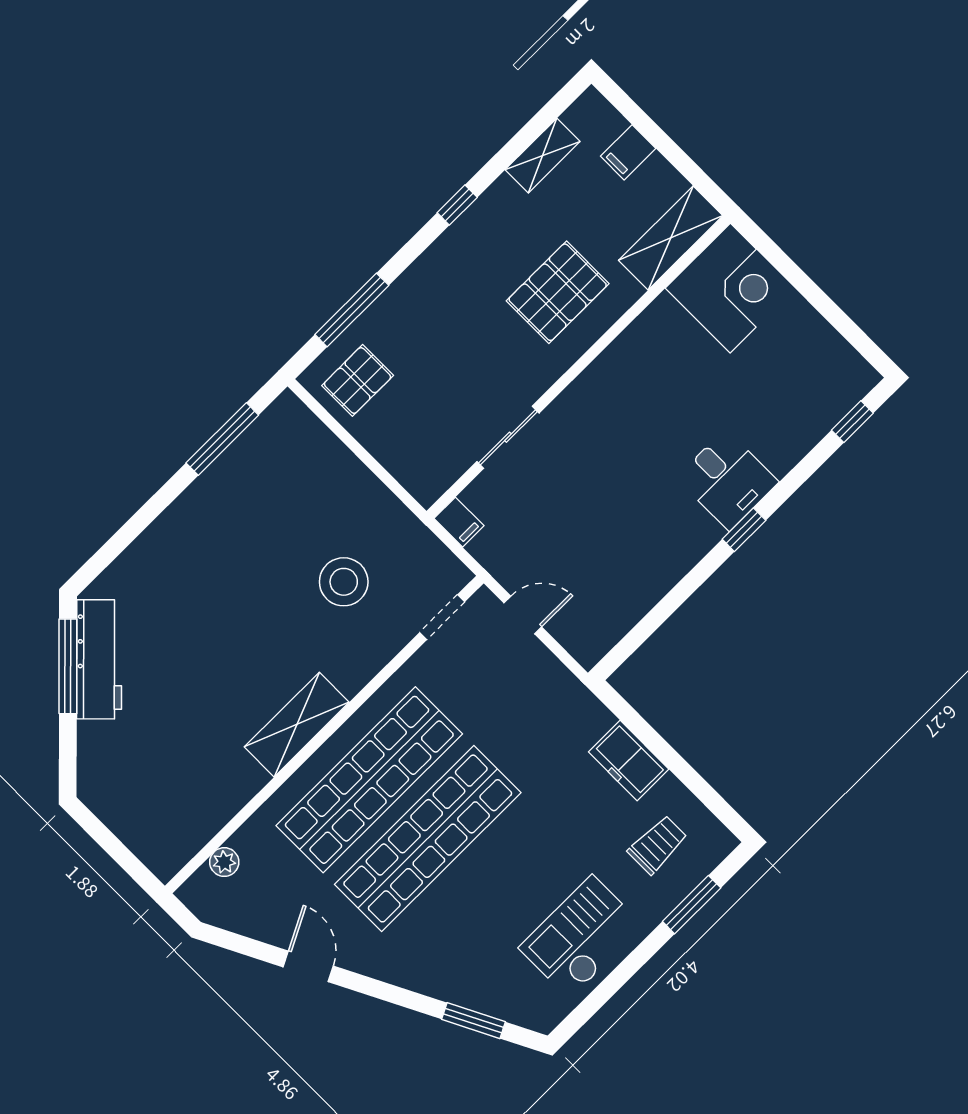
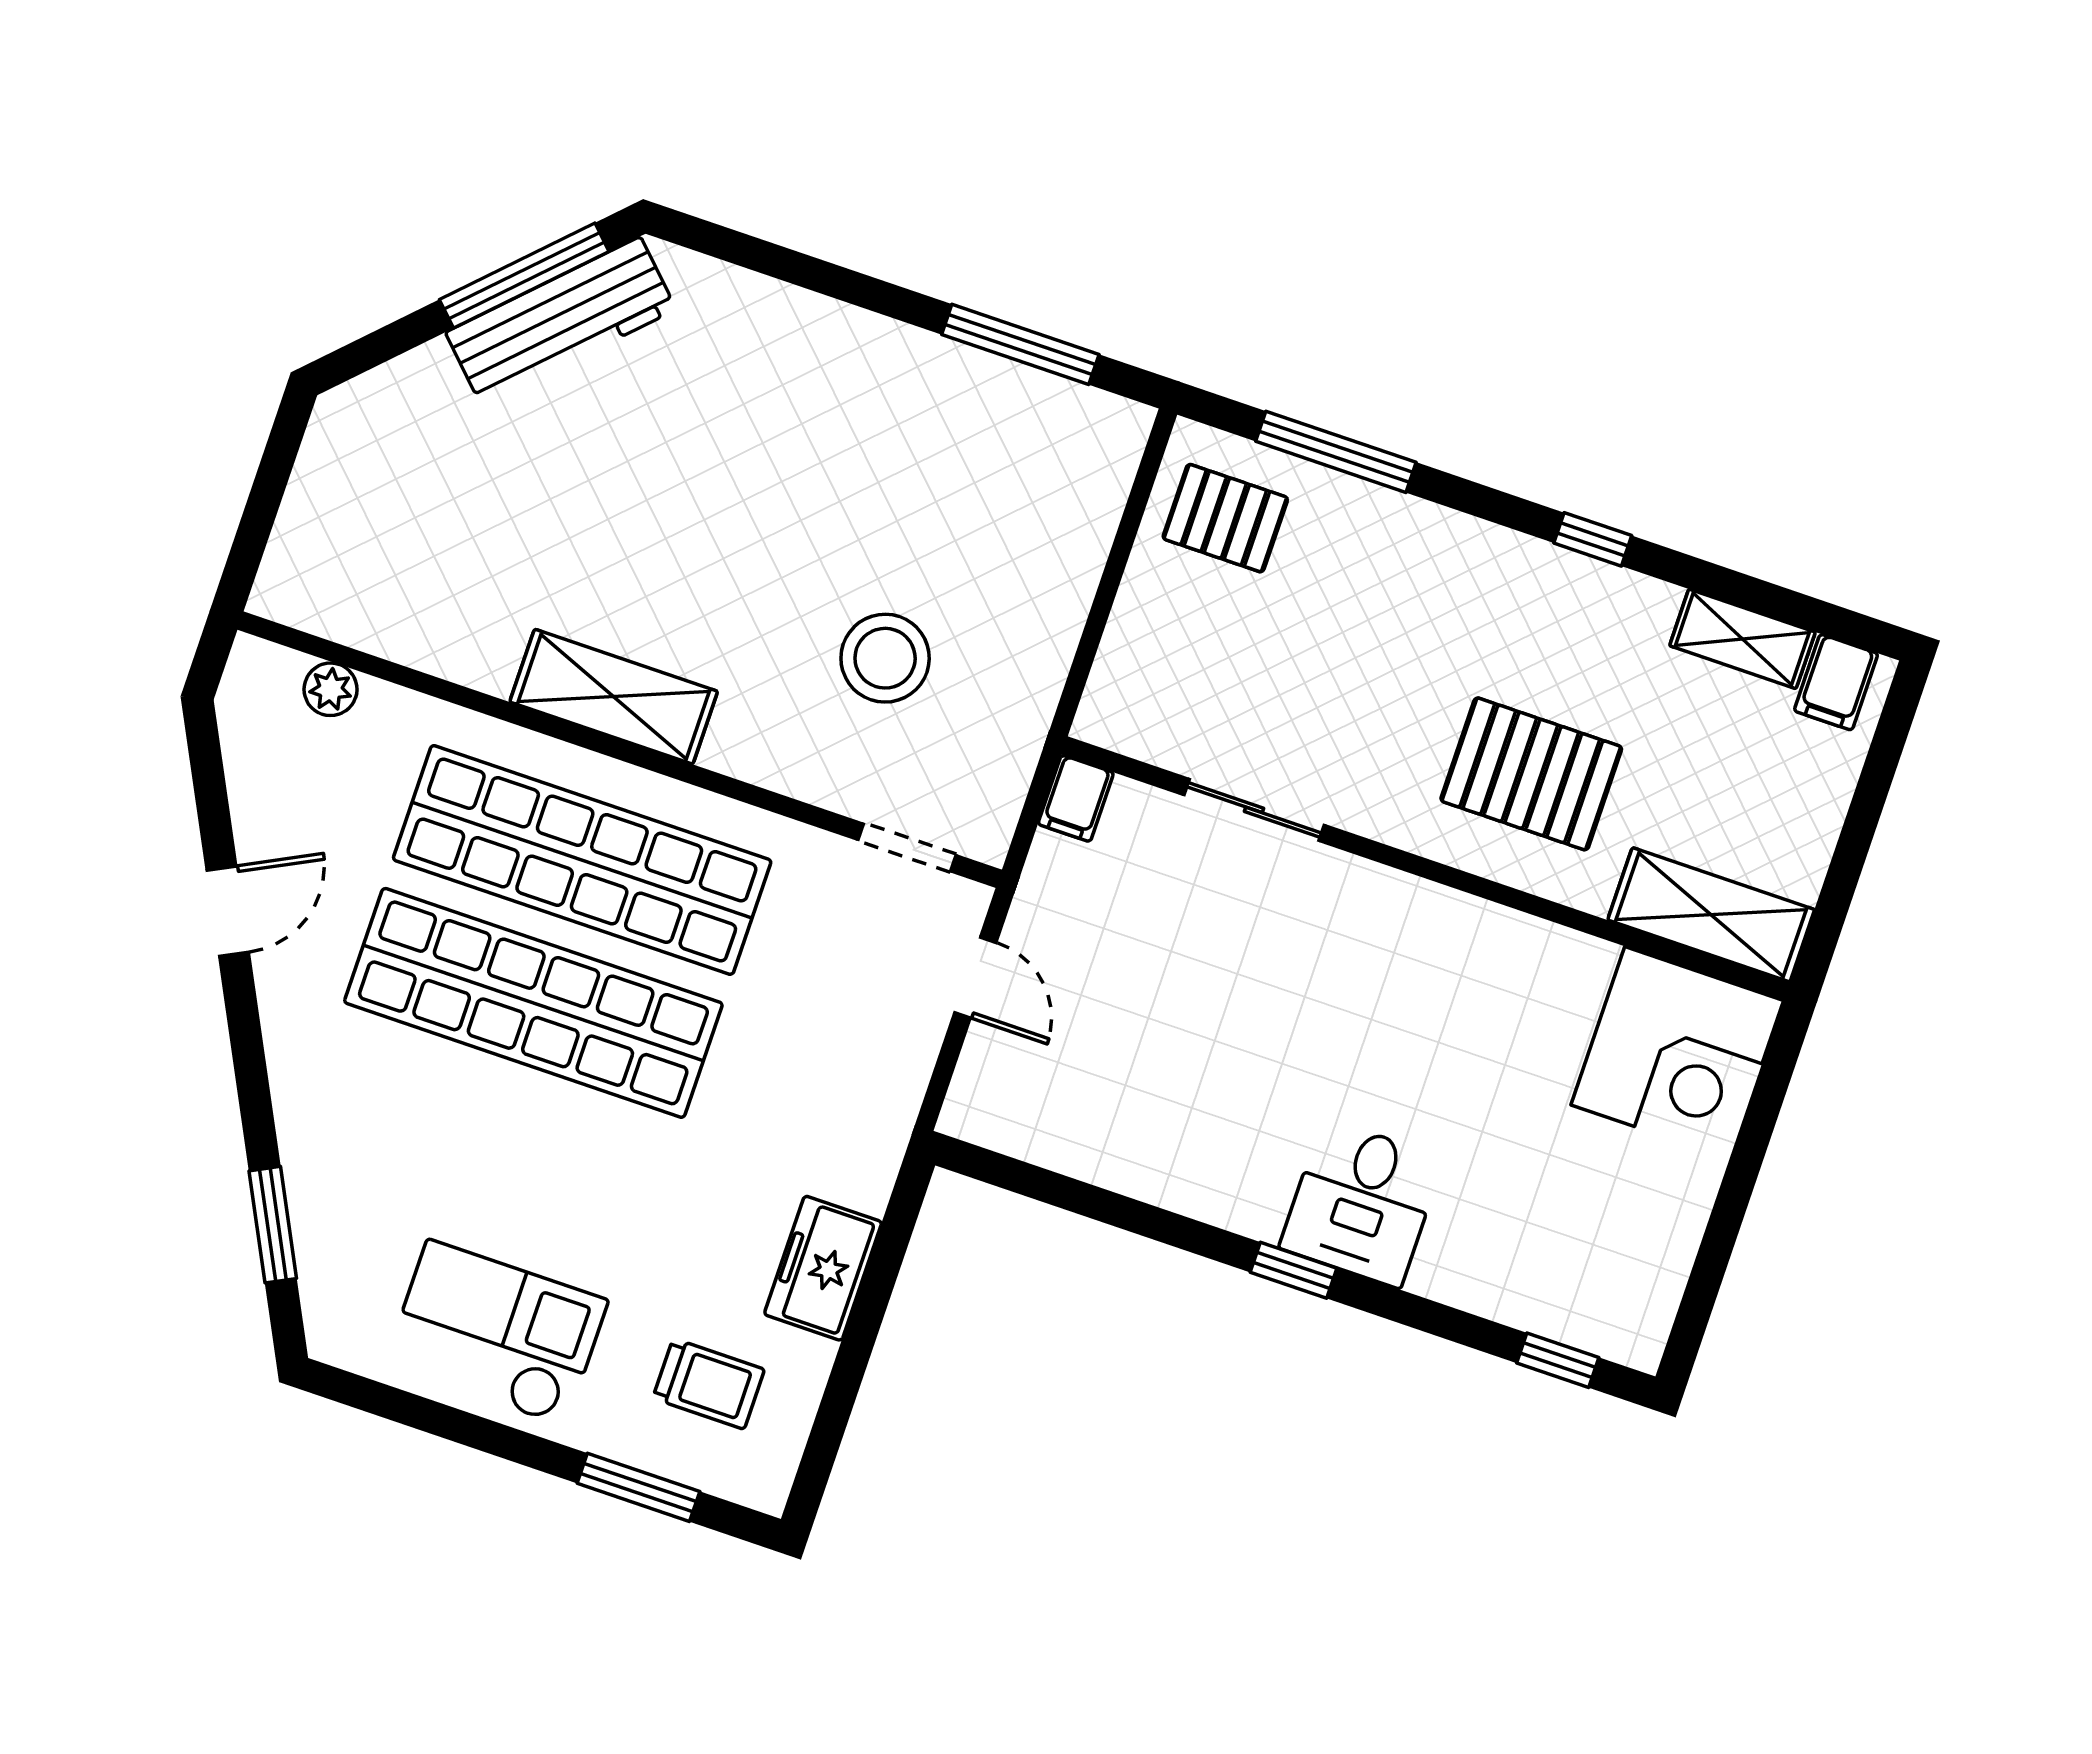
filing cabinet: (628, 152) -> (1836, 682), moved, turned -90

